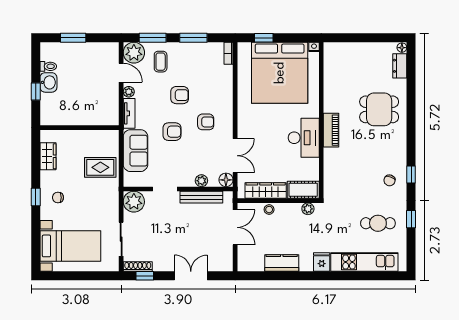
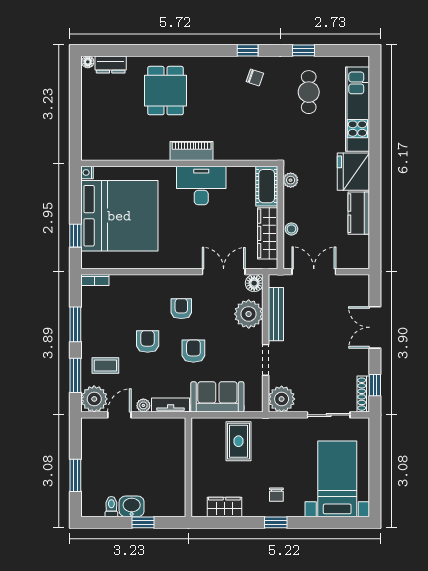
plant: (201, 181) -> (249, 314), width x1.87, depth x1.87
fridge: (322, 262) -> (353, 172), width x1.88, depth x1.34

